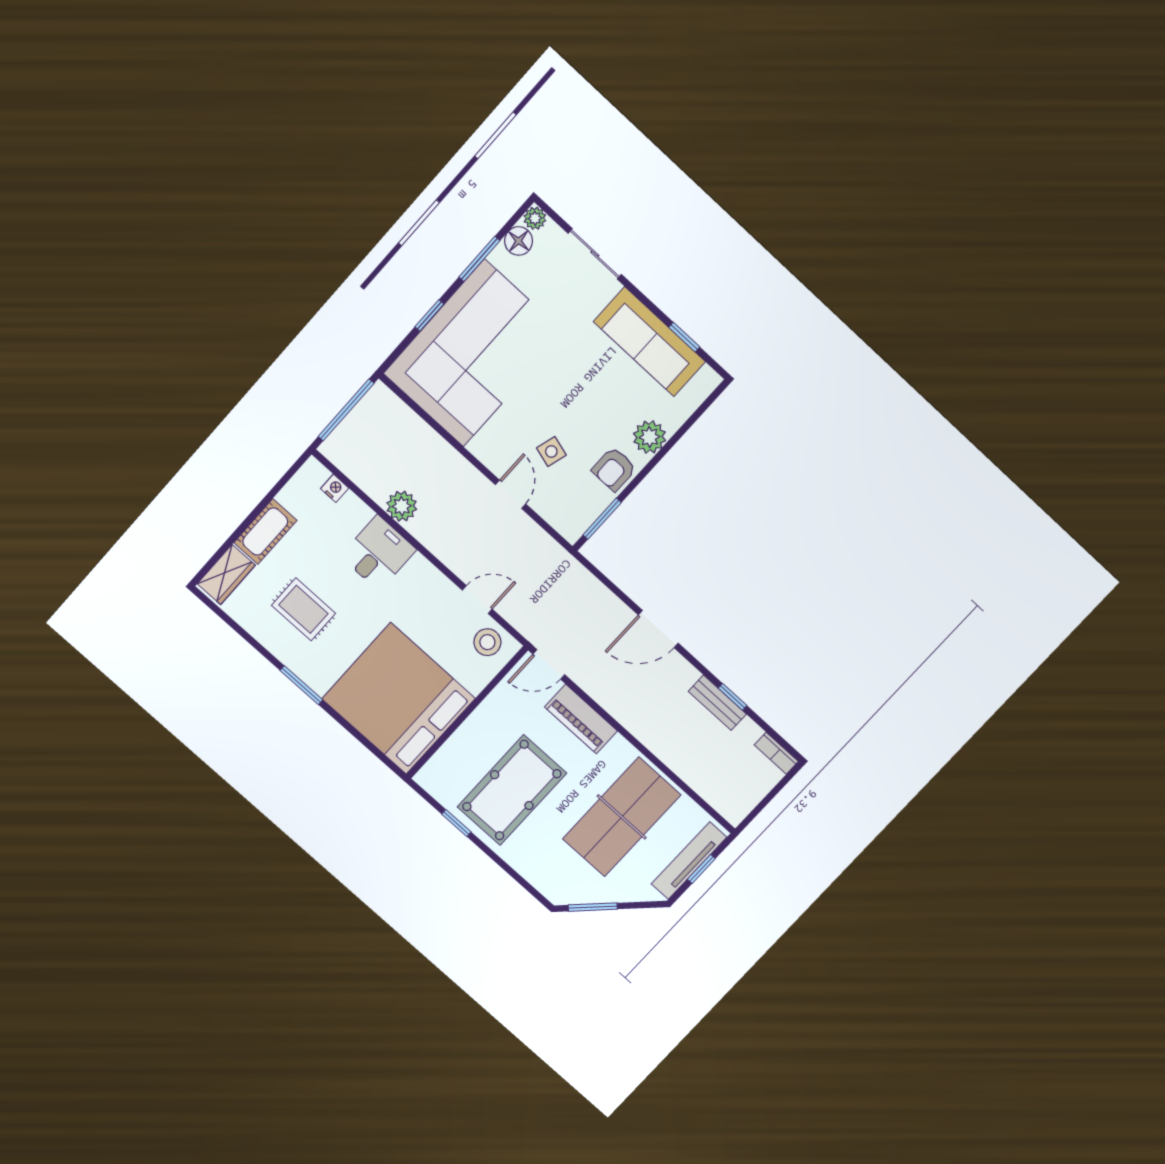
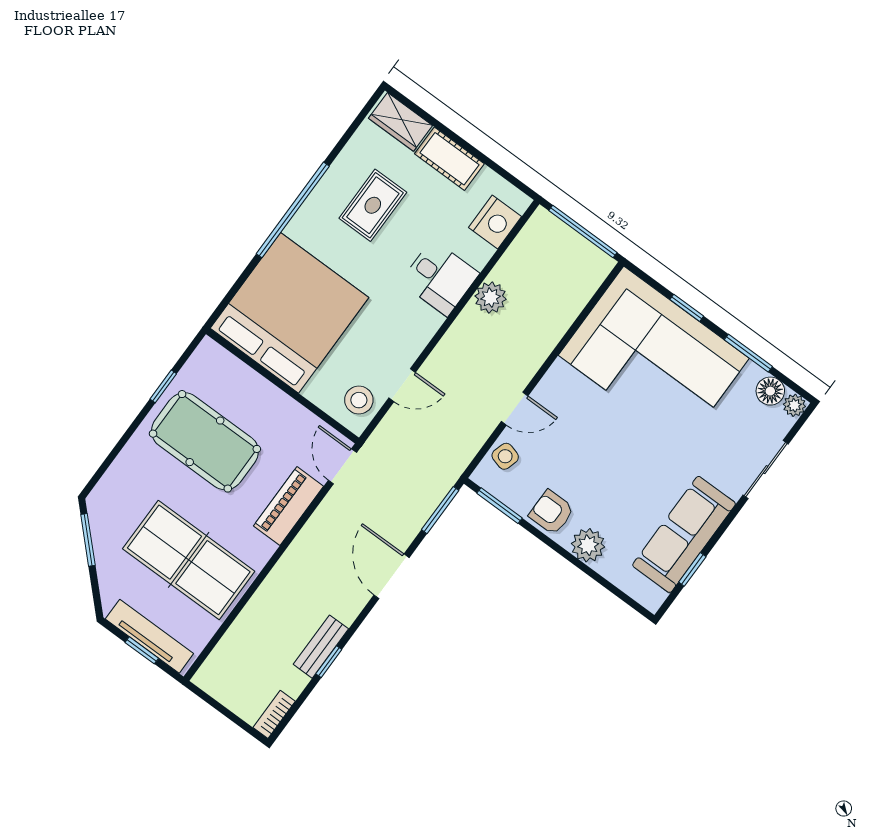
side table: (551, 451) -> (505, 456), moved
nightstand: (335, 488) -> (495, 222), width x1.89, depth x1.79
window: (600, 576) -> (440, 510), added
door: (477, 600) -> (402, 385), hinge flipped
window: (301, 685) -> (293, 210), width x2.11

